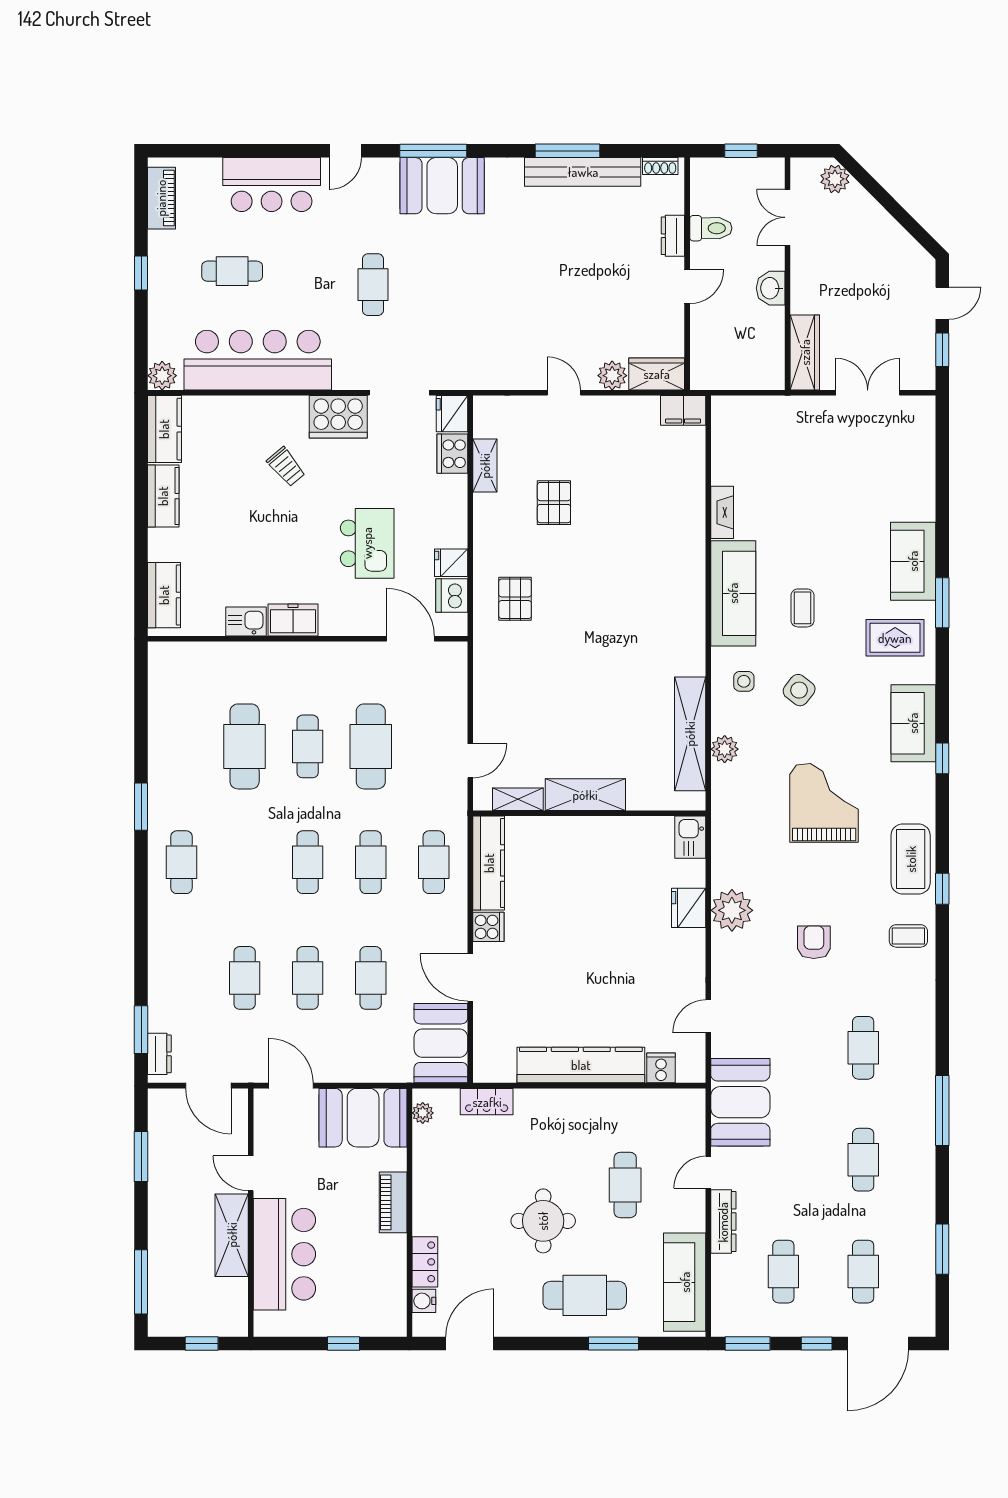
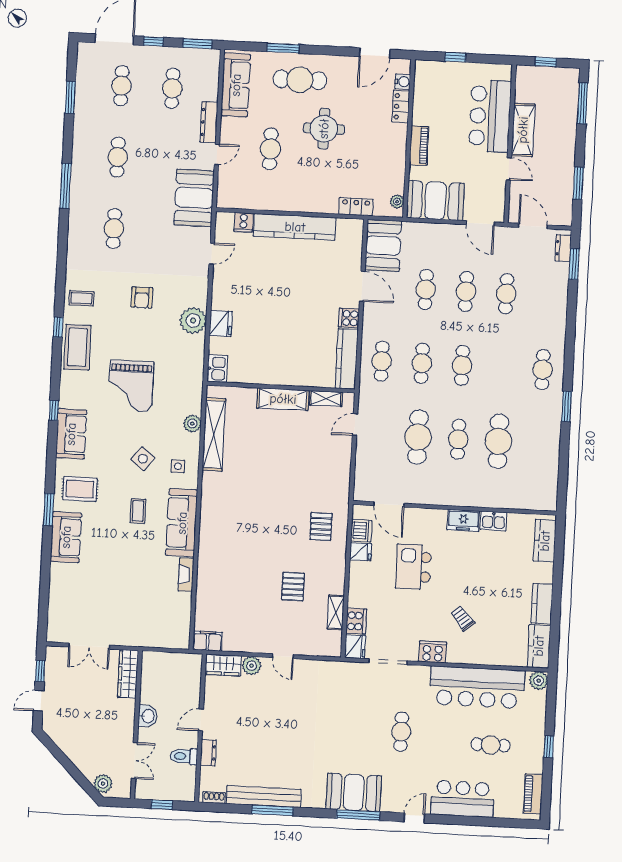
cooker: (338, 417) -> (433, 652), width x0.73, depth x0.76

